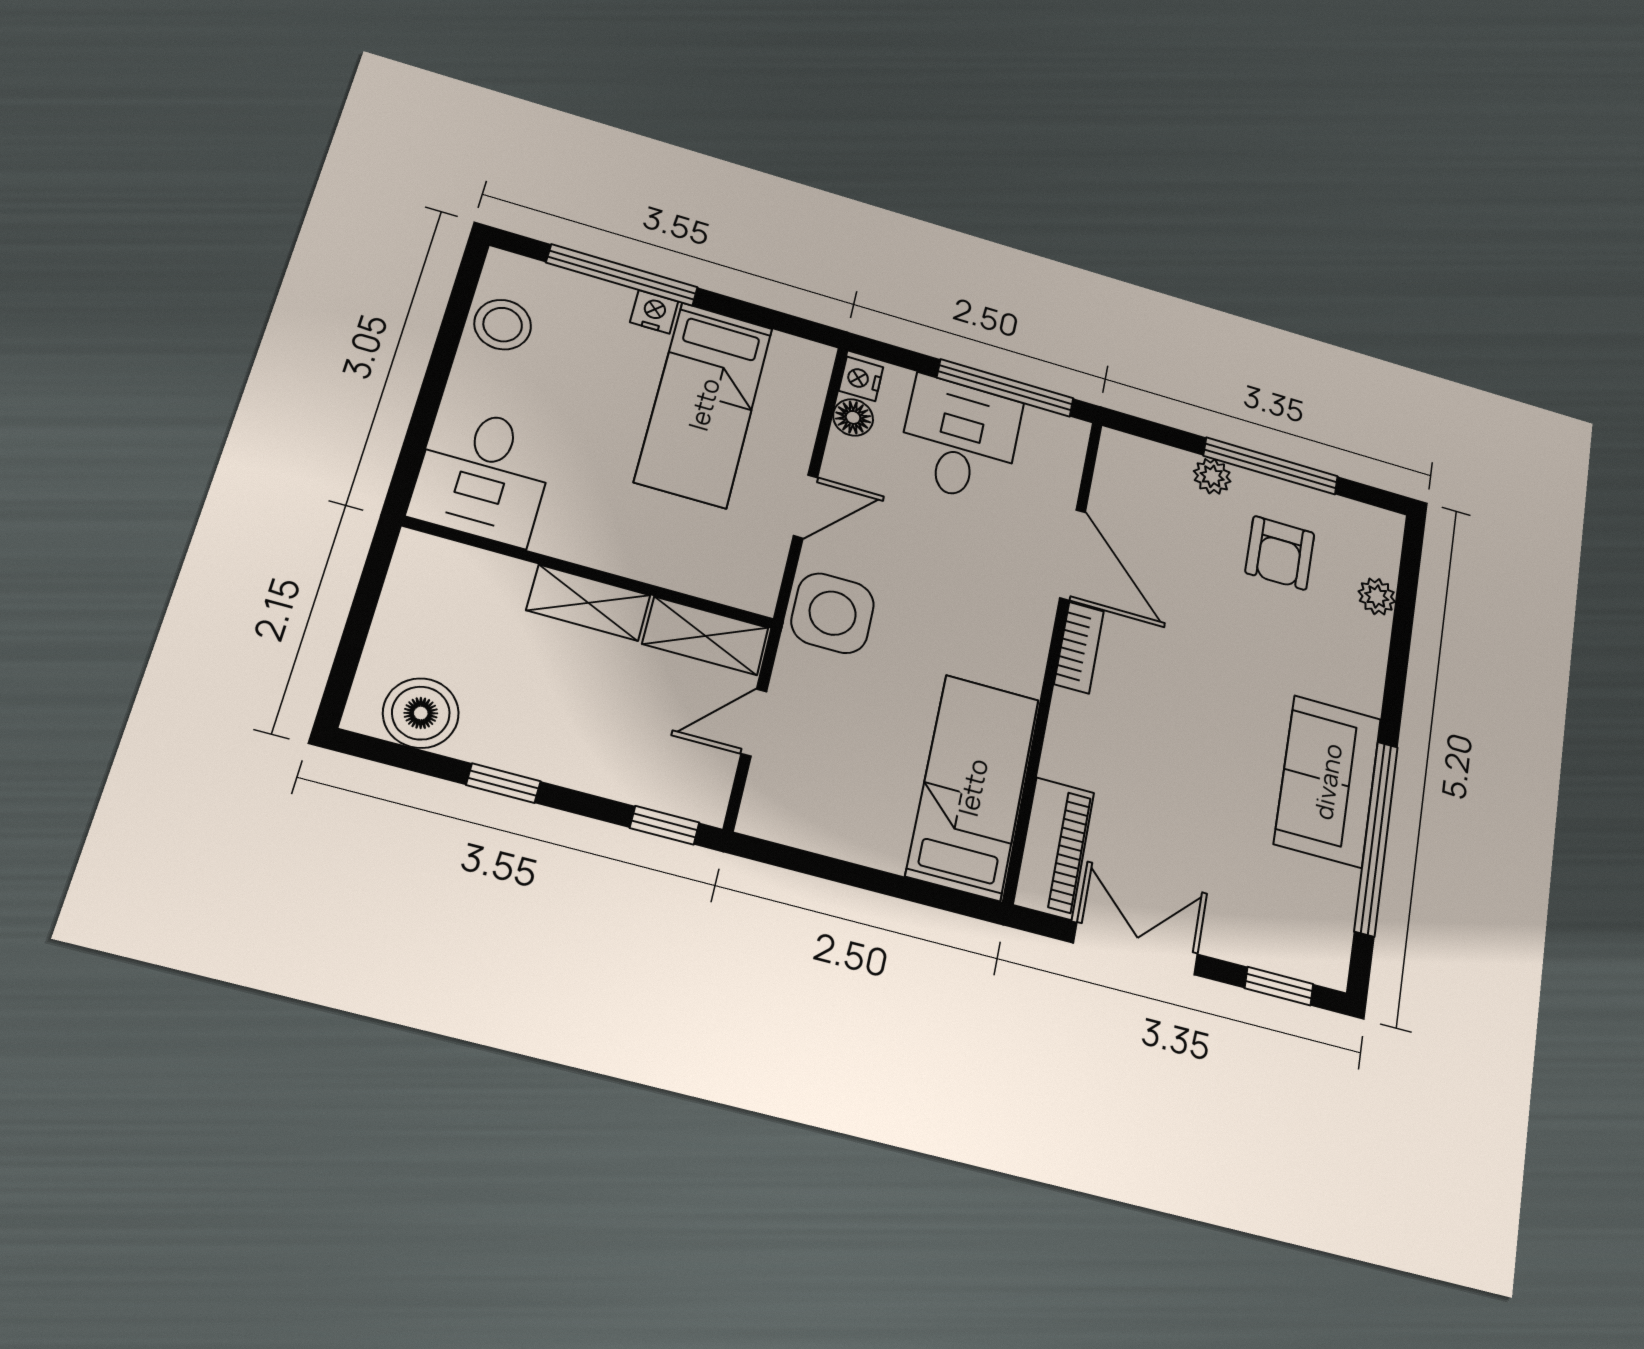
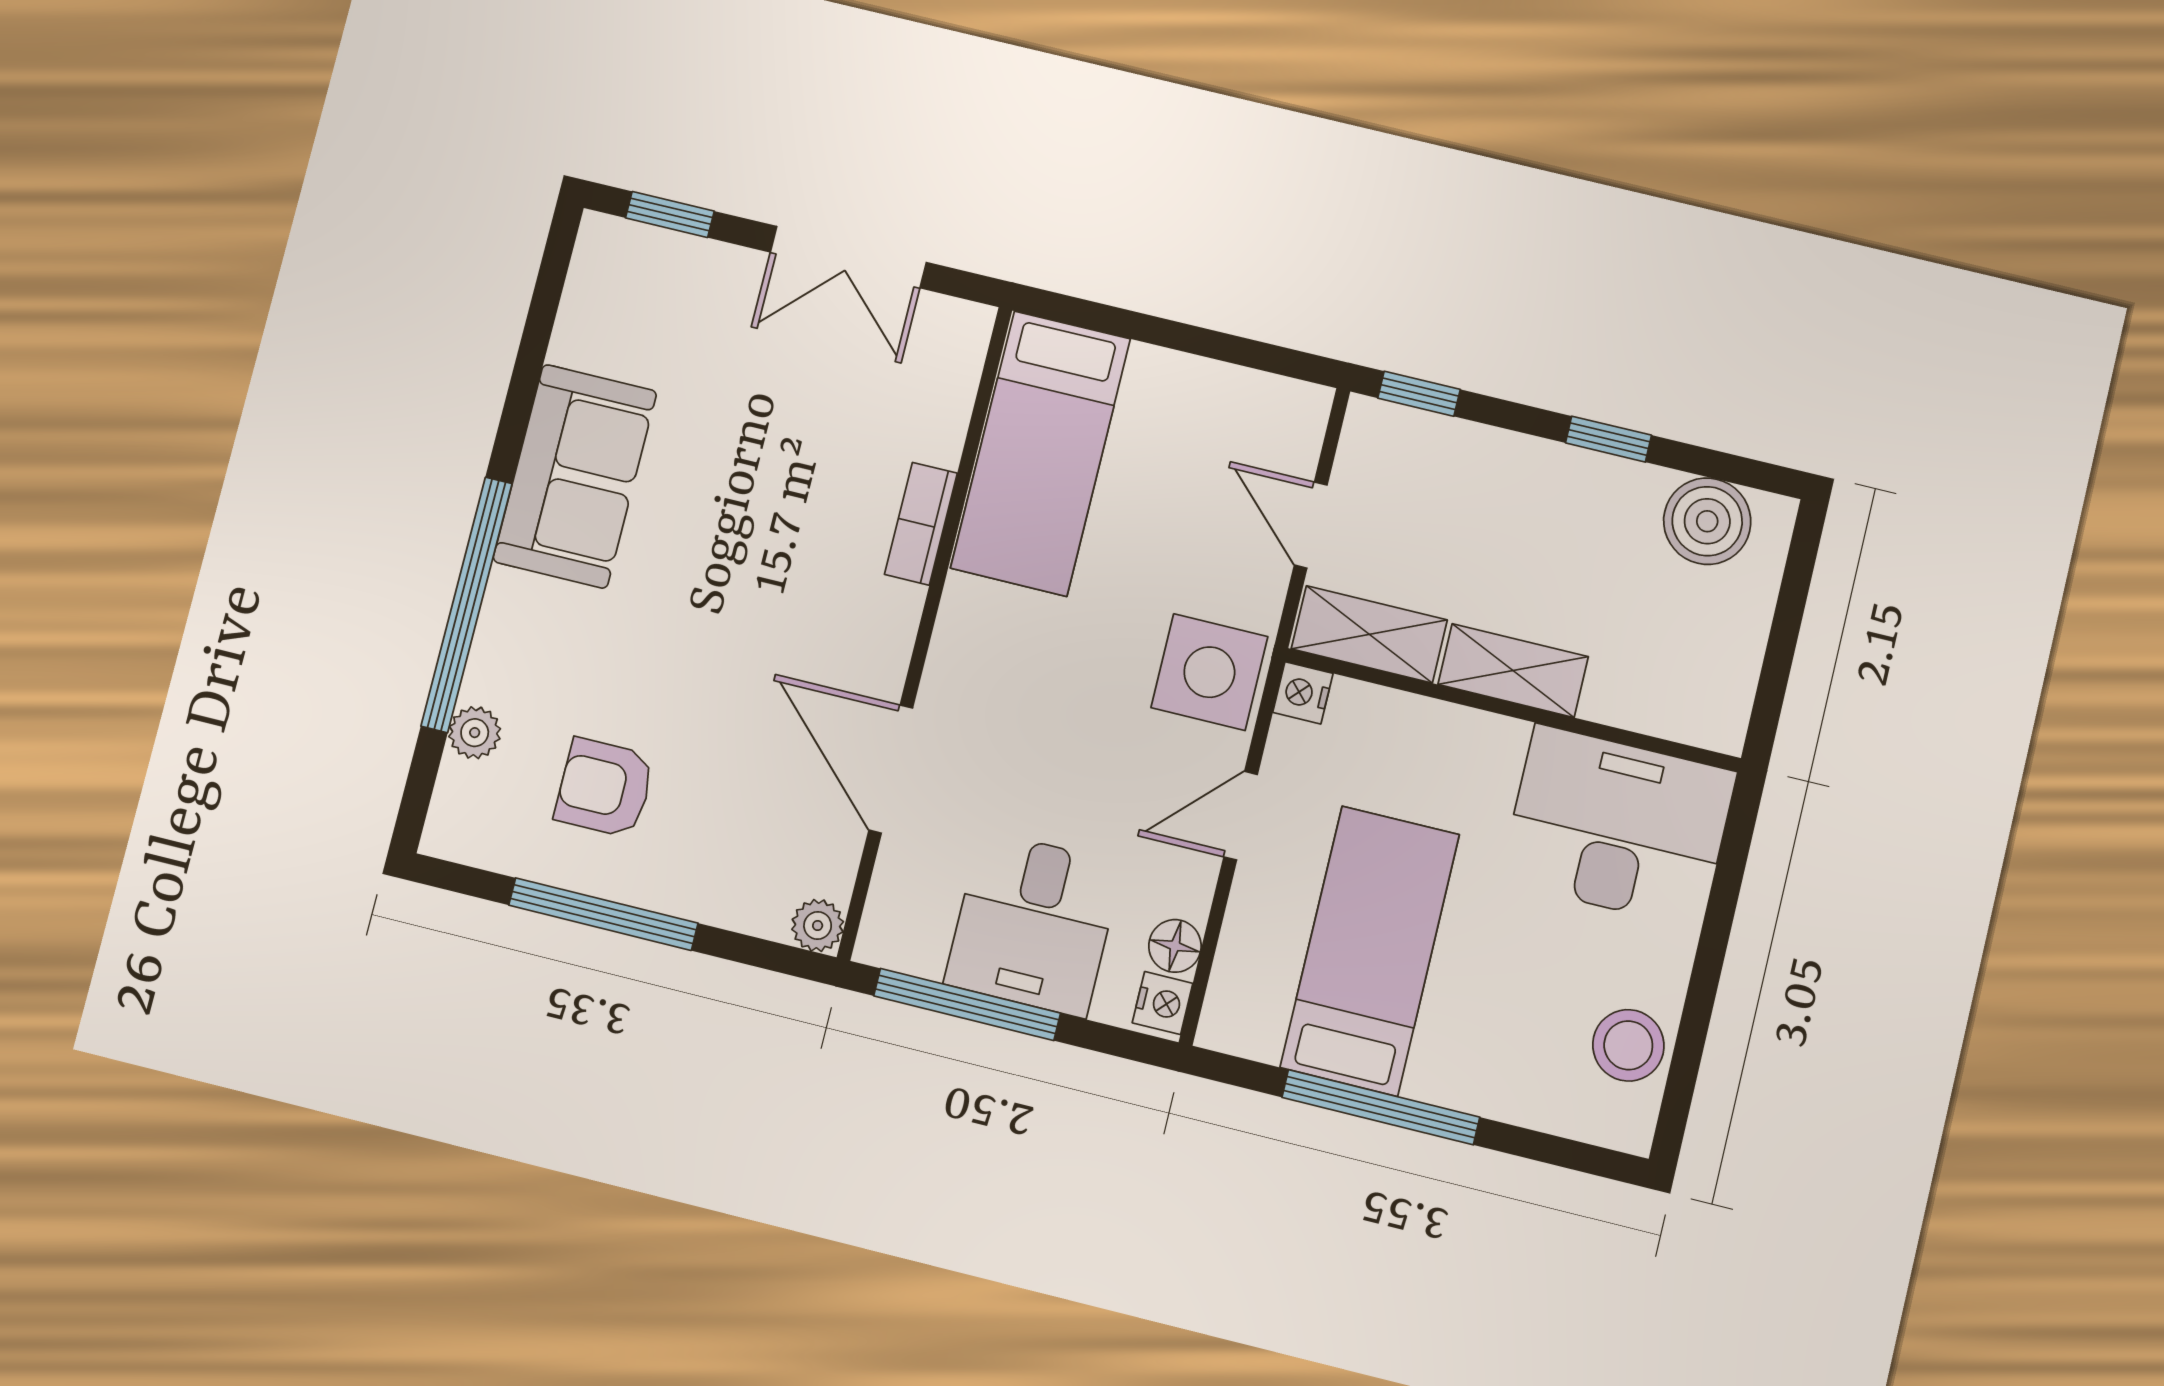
window: (622, 275) -> (1381, 1107), moved
nightstand: (654, 312) -> (1303, 693), moved, turned 90
desk: (483, 475) -> (1618, 826), width x1.37
plant: (1212, 476) -> (818, 925), moved
armchair: (1280, 553) -> (605, 788), turned -90
bookcase: (1079, 648) -> (921, 524), moved
door: (754, 723) -> (1311, 525), swing flipped
window: (1376, 838) -> (467, 605), moved
piano: (1054, 848) -> (943, 379), removed

